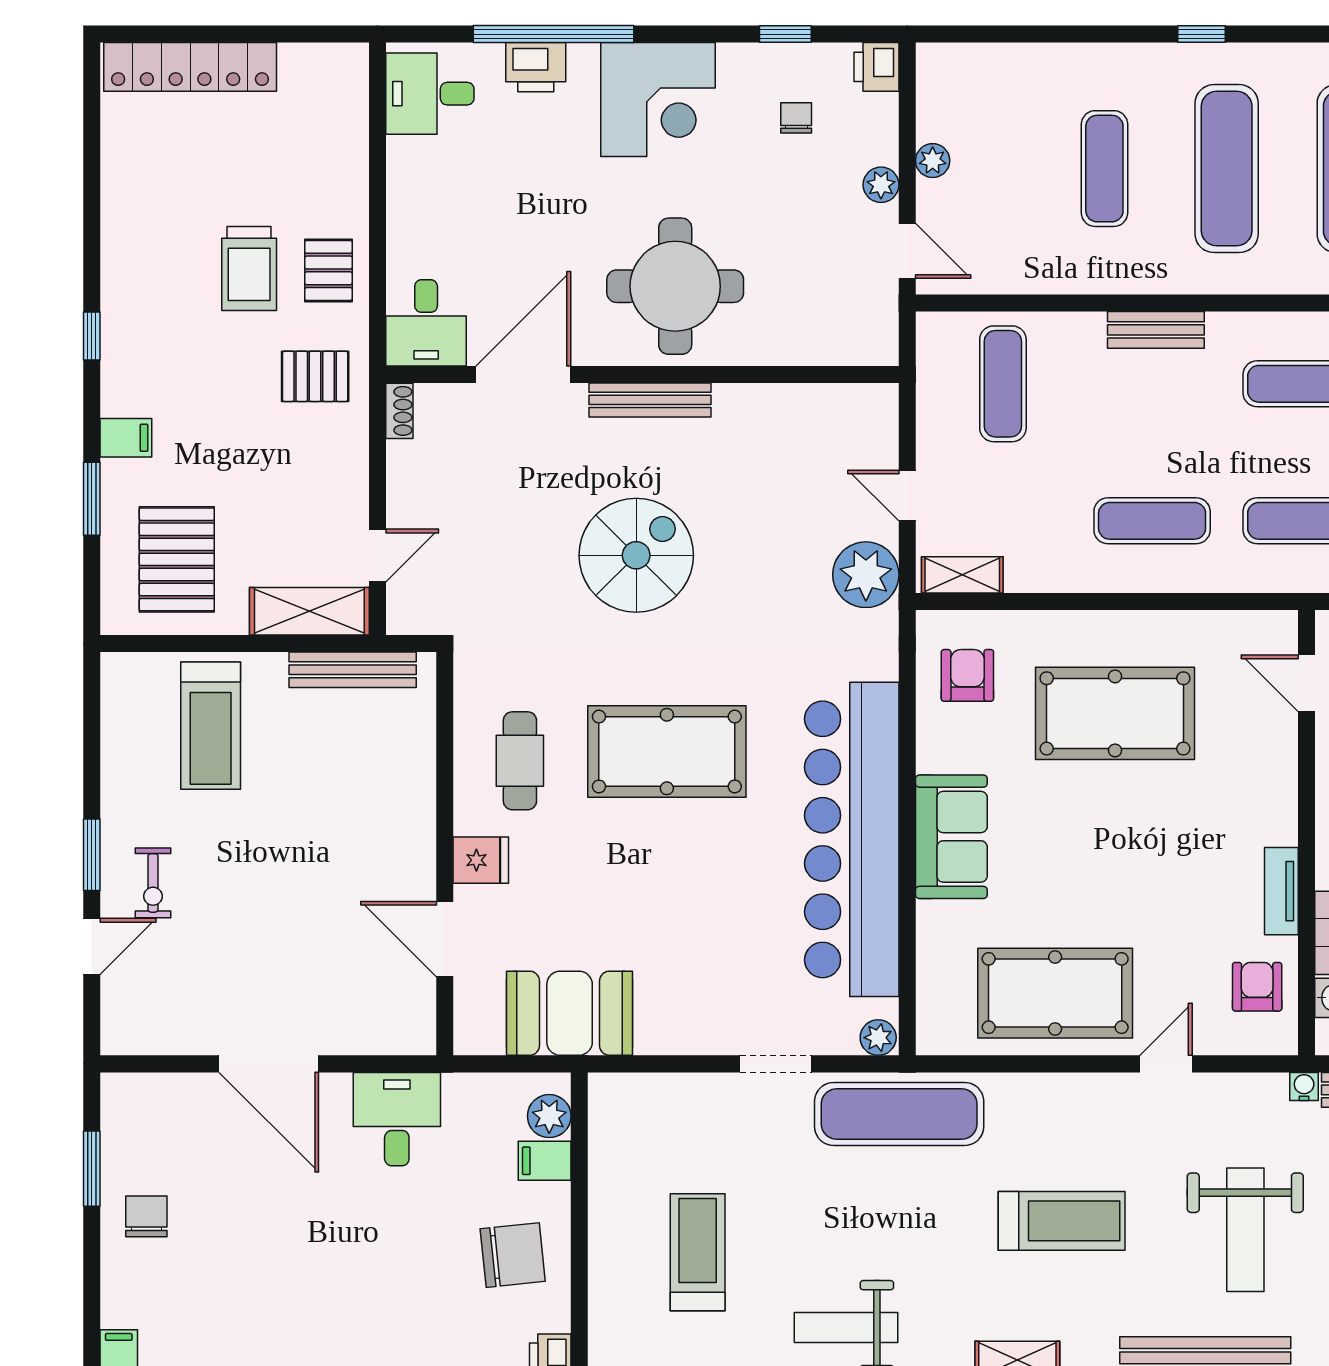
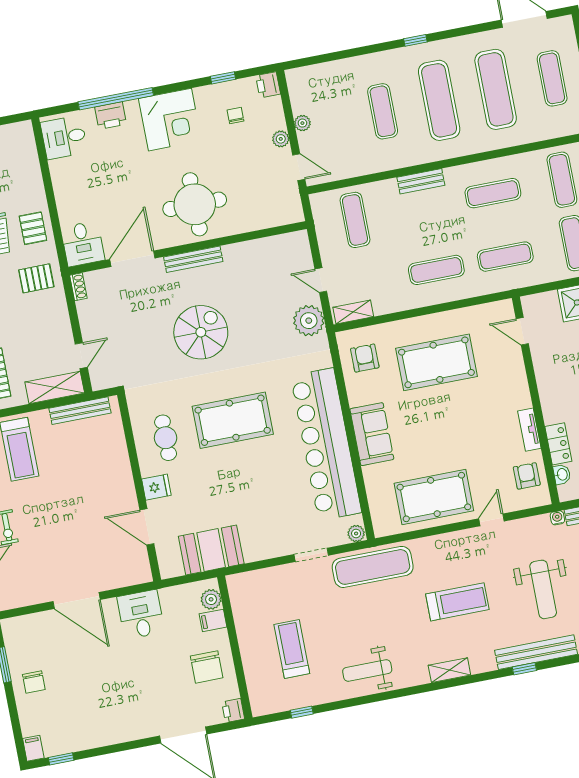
chair: (146, 1216) -> (34, 682), turned 180
chair: (513, 1255) -> (207, 667), turned 96

